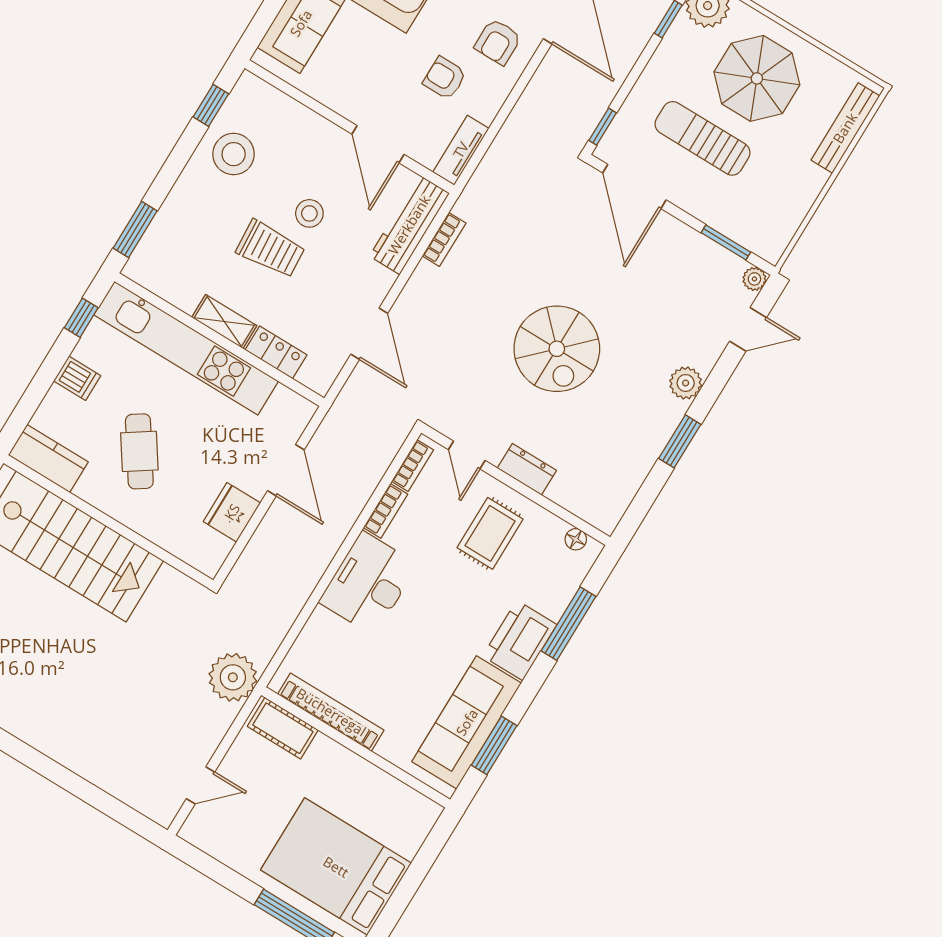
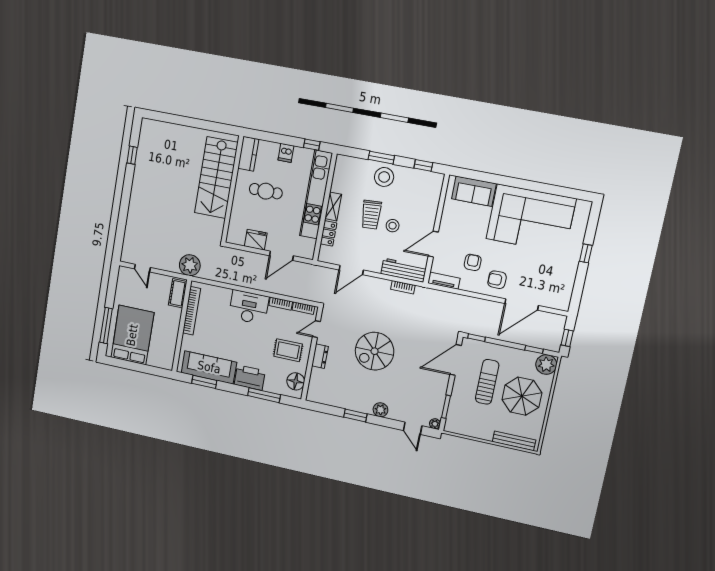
stool: (234, 154) -> (384, 177), moved
window: (135, 230) -> (381, 158), moved
cafe table: (139, 451) -> (266, 191), turned 34
floor lamp: (576, 539) -> (296, 381), width x1.89, depth x1.89

